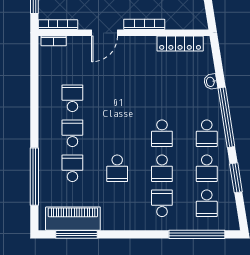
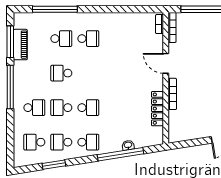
locker: (180, 44) -> (157, 109), moved
school desk: (72, 98) -> (115, 39), removed
window: (226, 117) -> (120, 154), moved
school desk: (162, 133) -> (88, 108), turned 180
school desk: (207, 133) -> (88, 142), turned 180
piano: (73, 219) -> (20, 45), width x0.73, depth x0.75
window: (197, 234) -> (10, 87), moved

